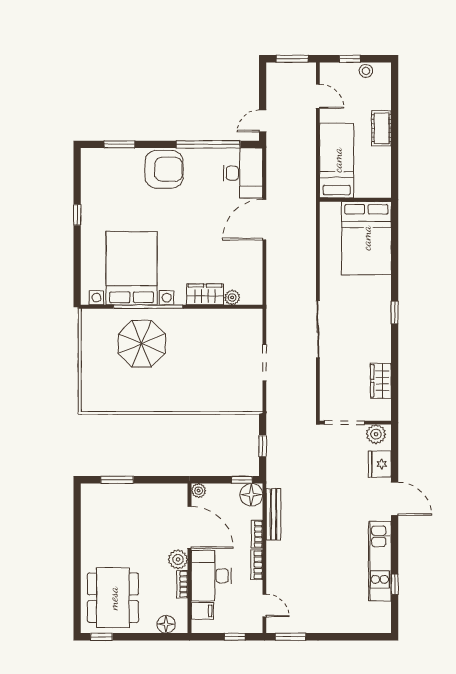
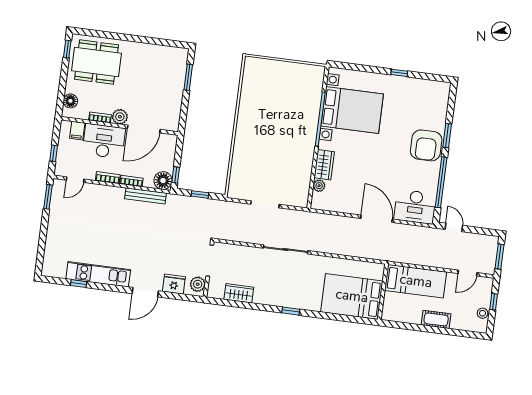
window: (119, 144) -> (447, 136), moved
parasol: (142, 344) -> (292, 110), removed
plant: (199, 491) -> (172, 140), removed

